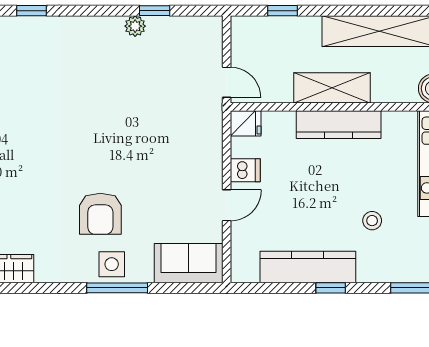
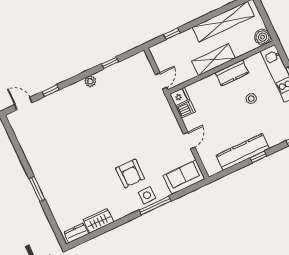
plant: (135, 26) -> (90, 81), moved
door: (227, 82) -> (161, 81), hinge flipped
kitchen counter: (339, 125) -> (232, 73), width x0.67
dishwasher: (245, 170) -> (186, 109), moved
stool: (372, 221) -> (251, 99), moved

